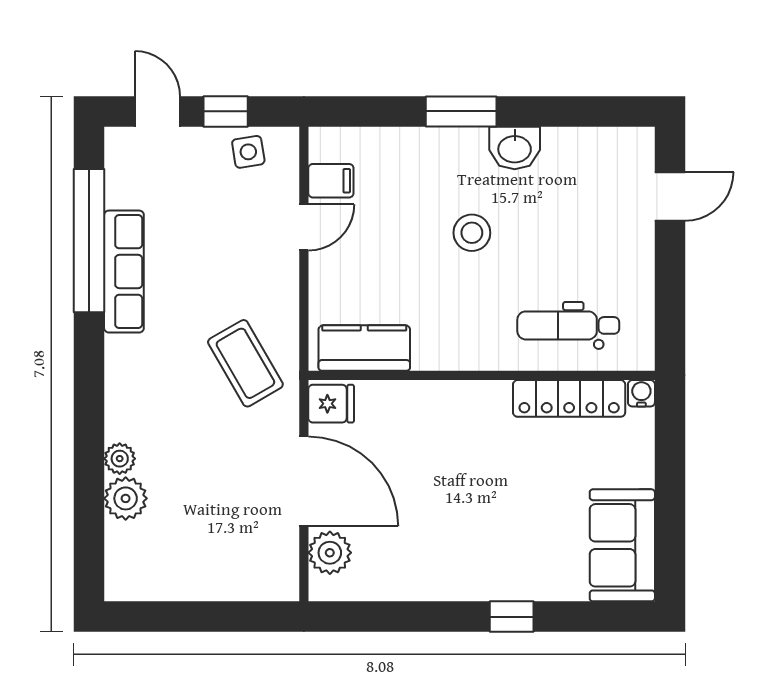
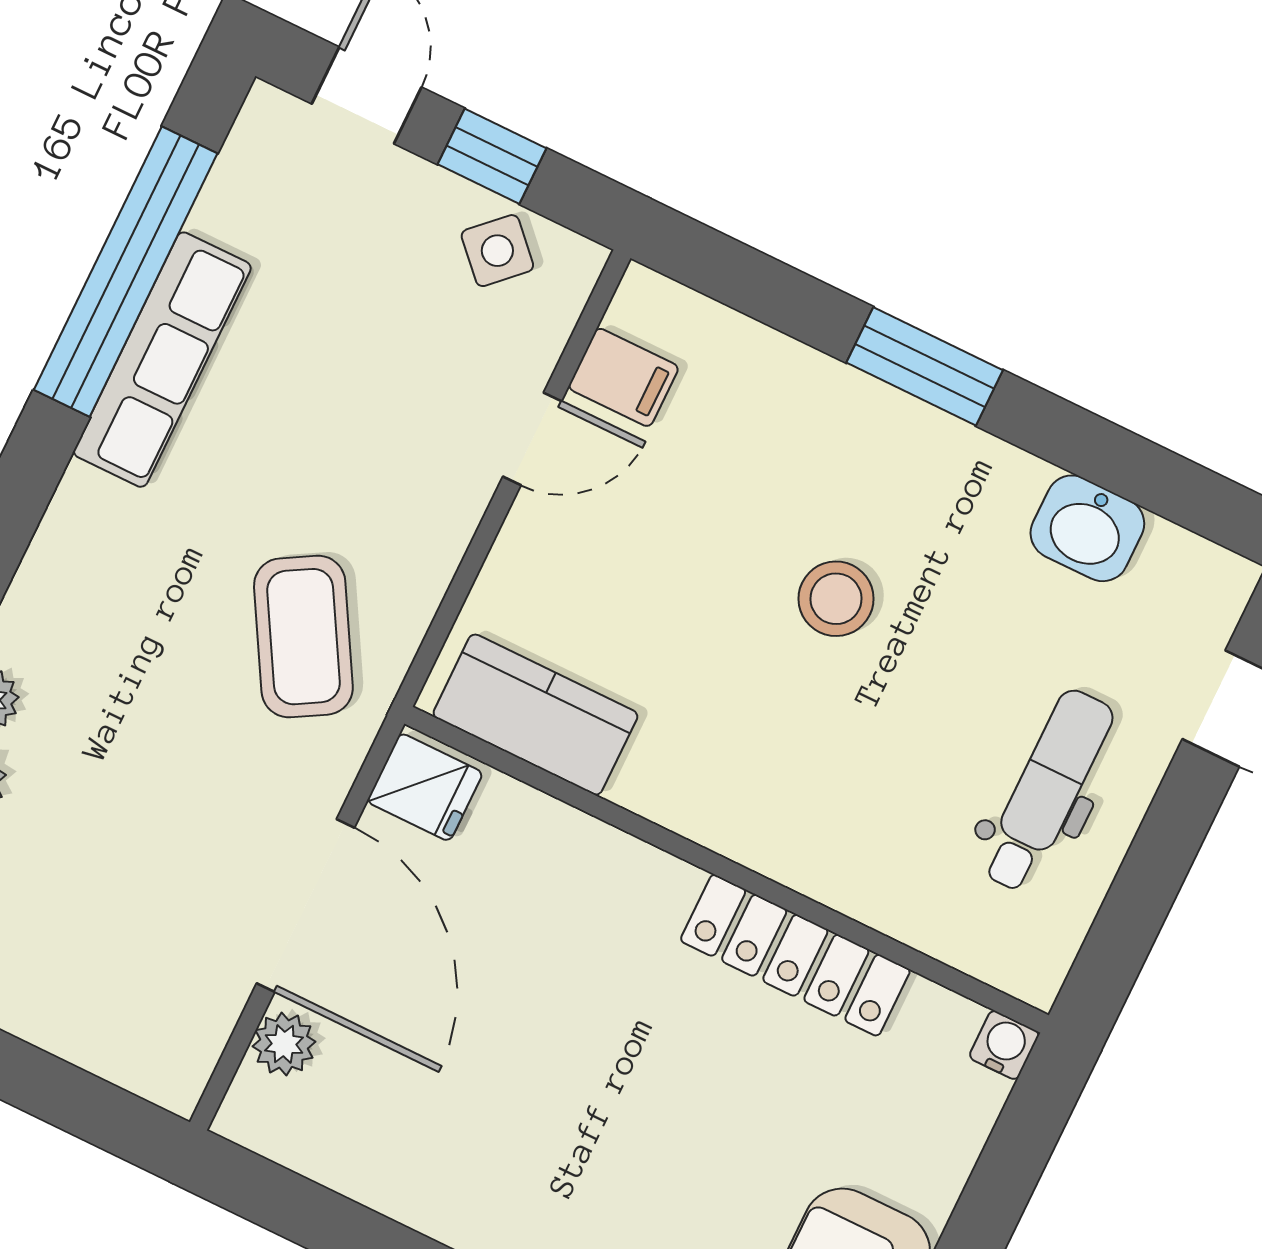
washbasin: (515, 148) -> (1087, 528), moved
side table: (248, 152) -> (497, 251), turned -35
dental chair: (568, 325) -> (1047, 791), moved, turned 90
locker: (569, 398) -> (795, 955), moved
plant: (330, 553) -> (284, 1044), width x0.73, depth x0.73

